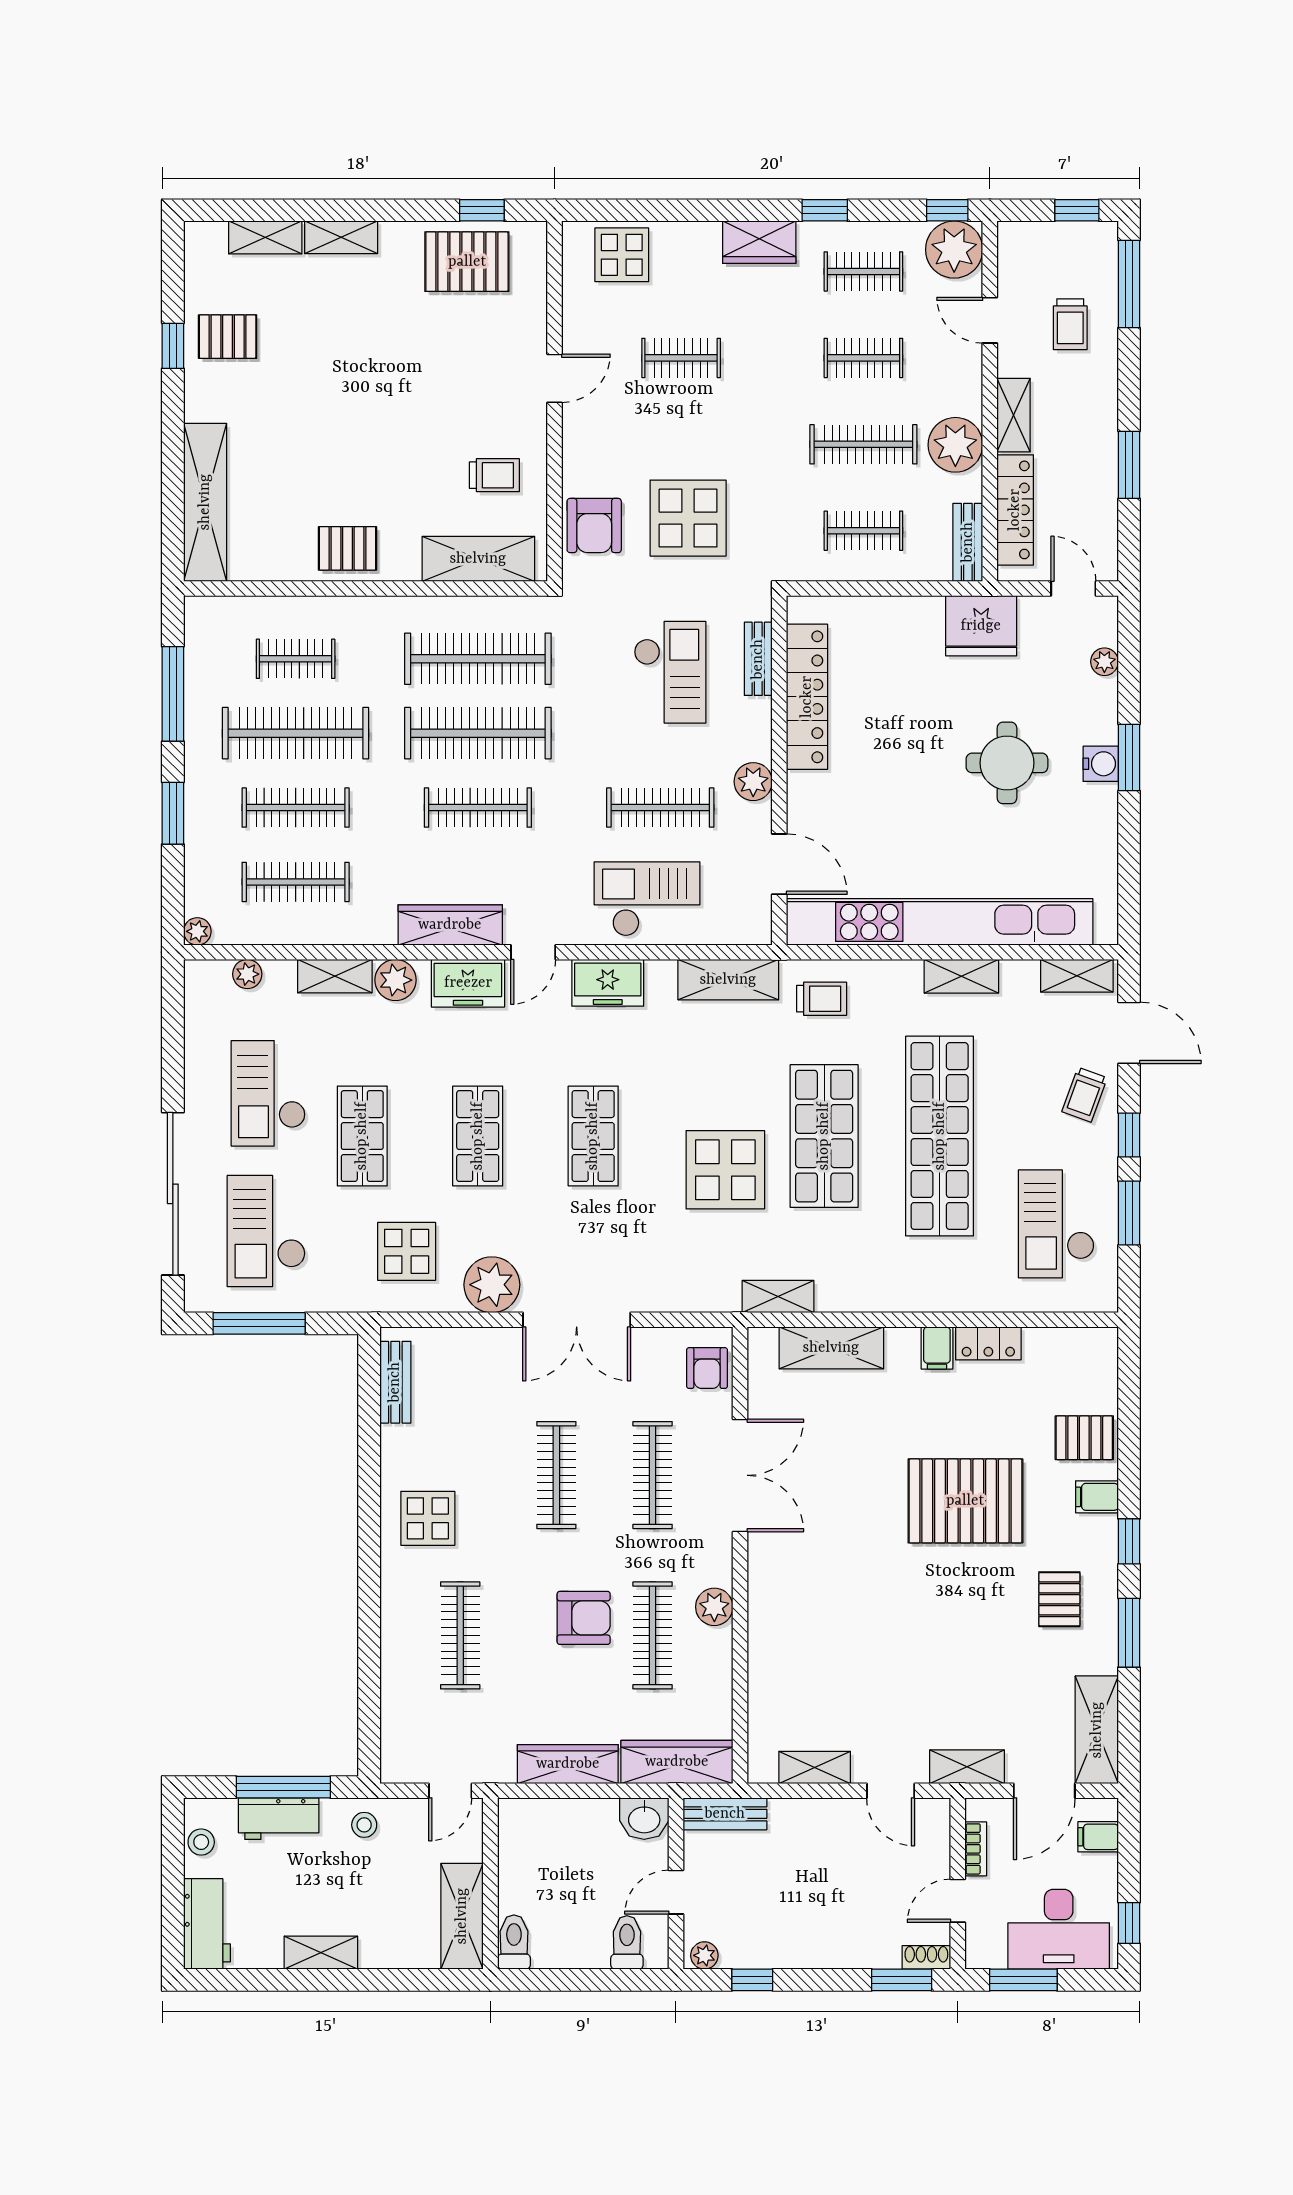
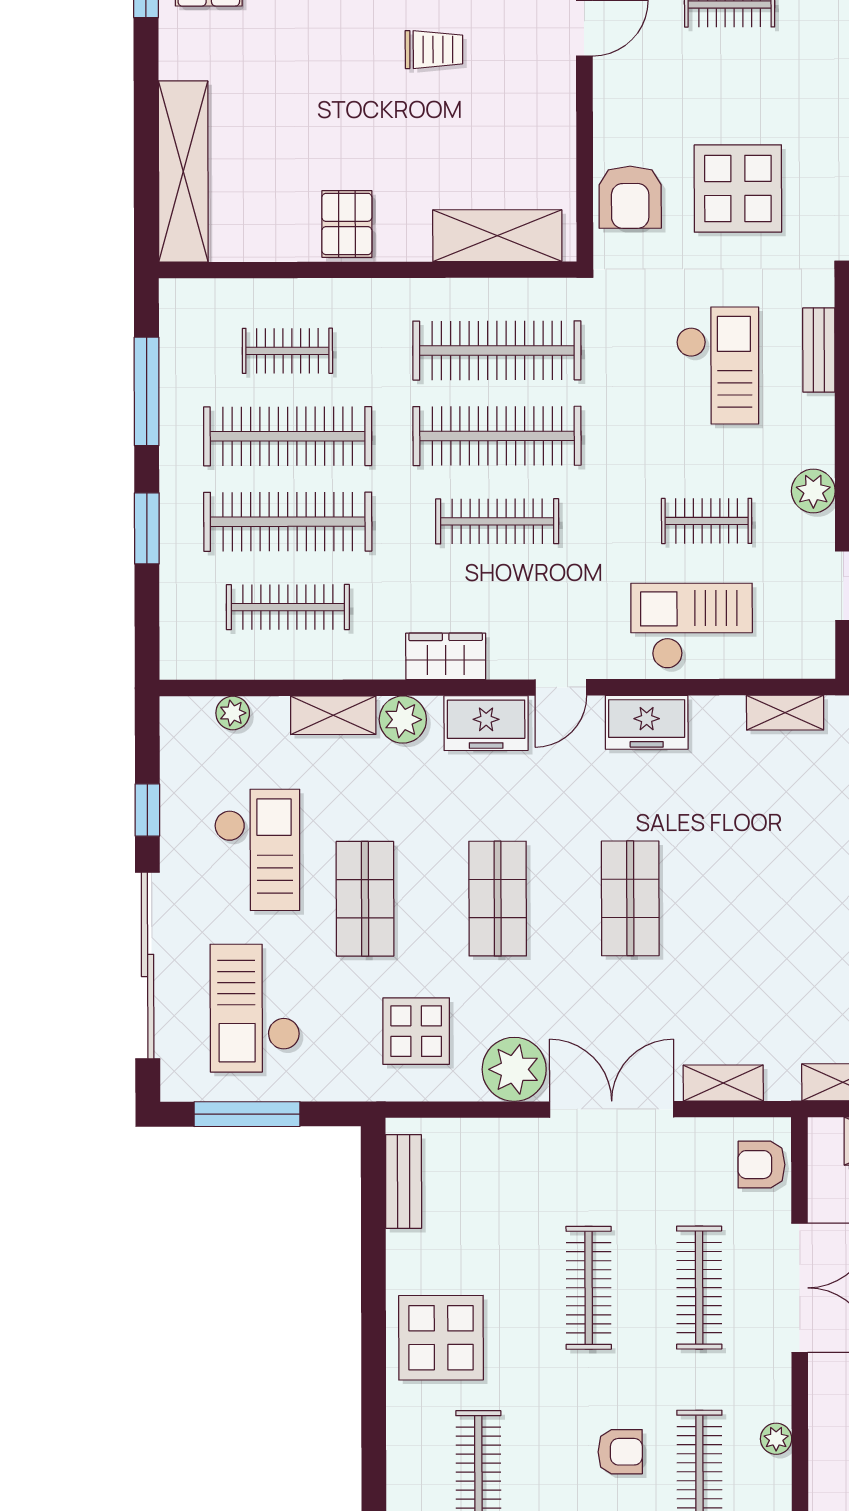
trolley: (494, 475) -> (434, 50), moved
pallet: (347, 548) -> (347, 224), turned 90
clothes rail: (296, 808) -> (288, 522), width x1.37, depth x1.31
clothes rail: (660, 808) -> (707, 521), width x0.73
wardrobe: (450, 925) -> (446, 656), width x0.67
plant: (197, 931) -> (175, 664), removed
shelving: (728, 980) -> (785, 713), width x0.67, depth x0.75
window: (173, 1058) -> (147, 810), added
checkout: (268, 1093) -> (257, 850), turned 180
display table: (725, 1170) -> (782, 937), removed
shelving: (674, 1297) -> (723, 1083), added
double door: (577, 1320) -> (612, 1109), swing flipped
armchair: (707, 1368) -> (761, 1165), turned 90
display table: (428, 1518) -> (441, 1338), width x1.36, depth x1.36
plant: (714, 1607) -> (776, 1439), width x0.73, depth x0.73
armchair: (584, 1618) -> (620, 1452), width x0.72, depth x0.72

